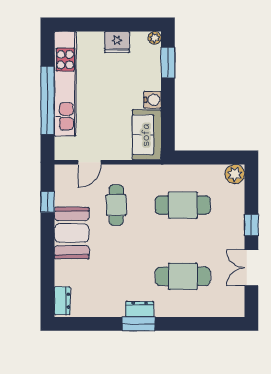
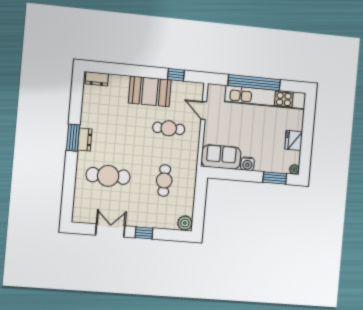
cafe table: (183, 205) -> (164, 180), width x0.73, depth x0.74
cafe table: (183, 276) -> (108, 176), turned 90

